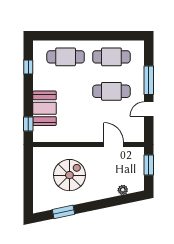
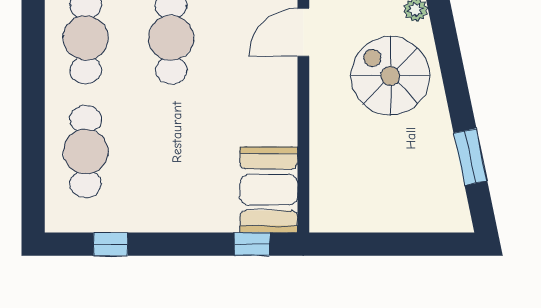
booth: (45, 108) -> (269, 190), moved, turned 90
spiral stairs: (69, 175) -> (390, 76), moved

